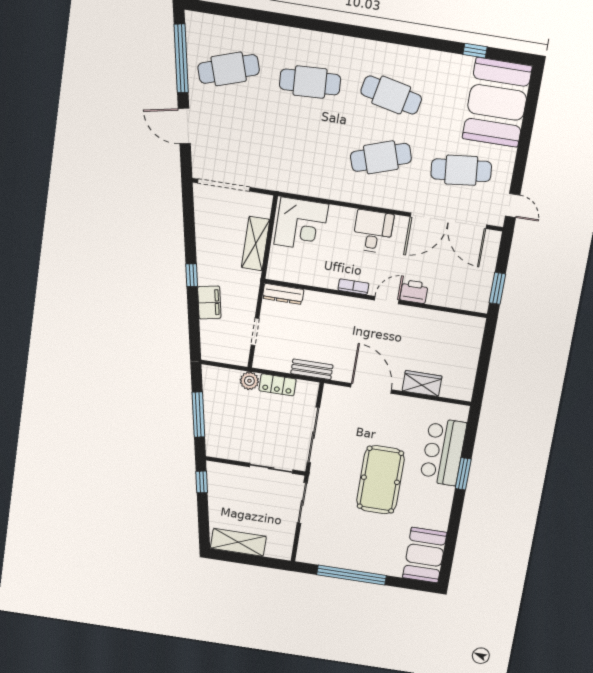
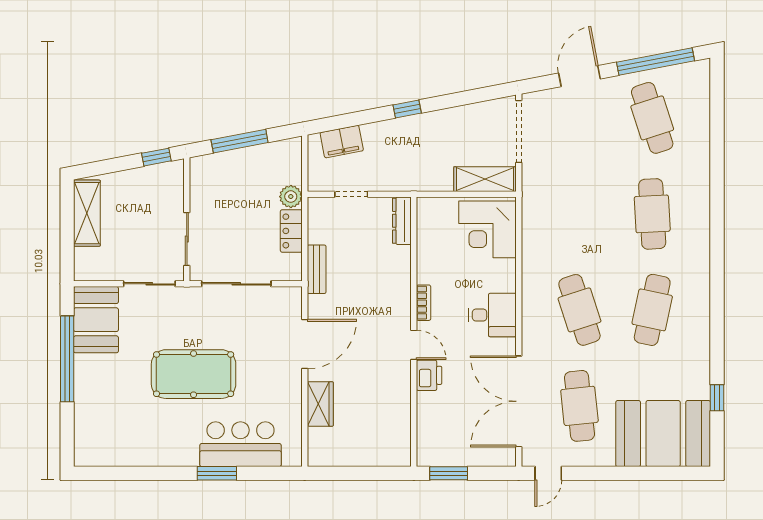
shelving: (256, 244) -> (485, 179), moved
filing cabinet: (209, 302) -> (342, 142), moved
booth: (425, 555) -> (96, 320), moved, turned 90

